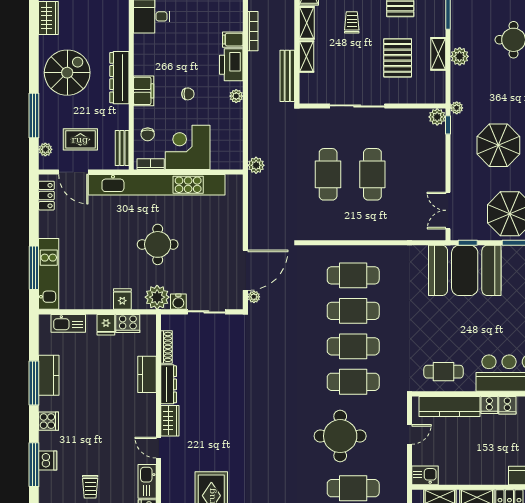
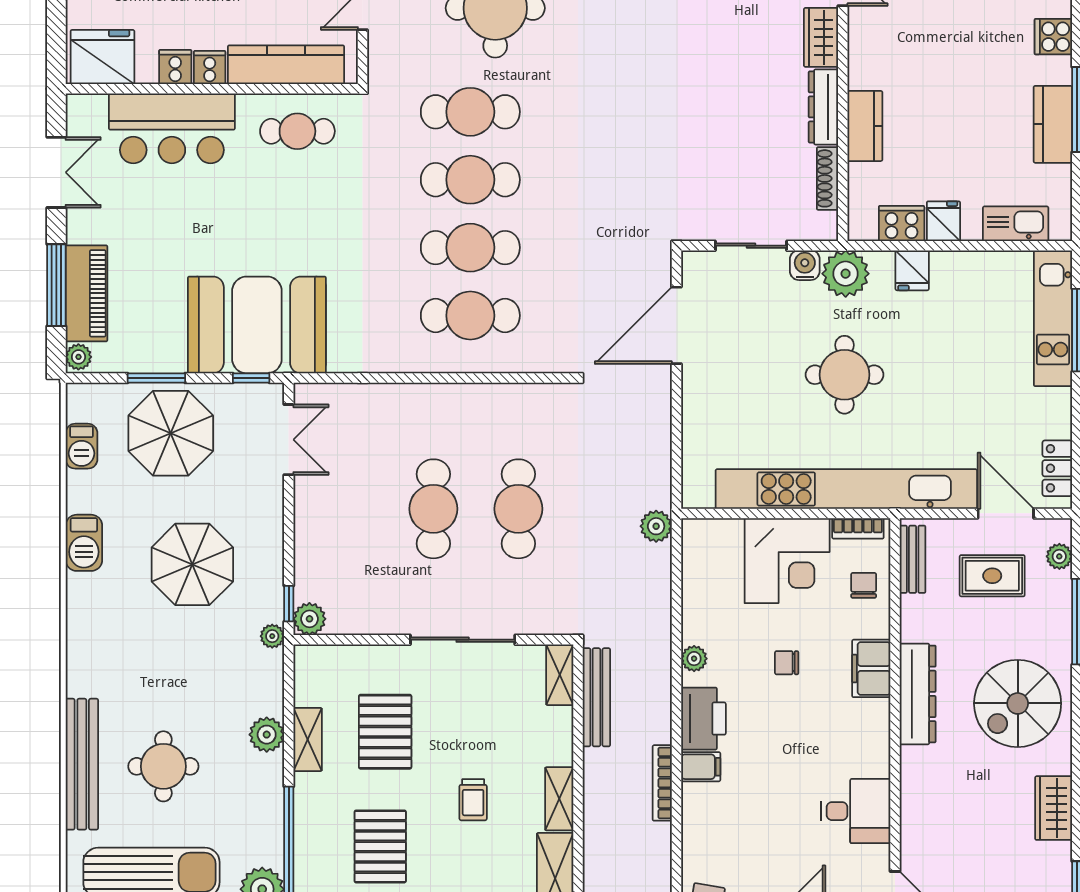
shelving: (306, 56) -> (560, 675), moved
plant: (254, 297) -> (660, 274), removed

